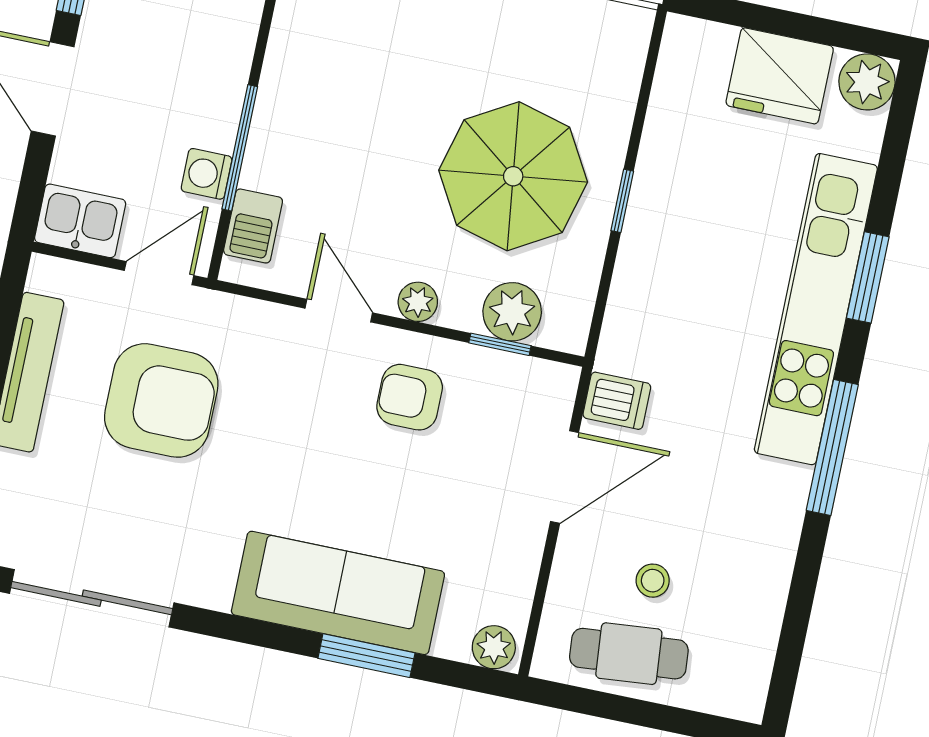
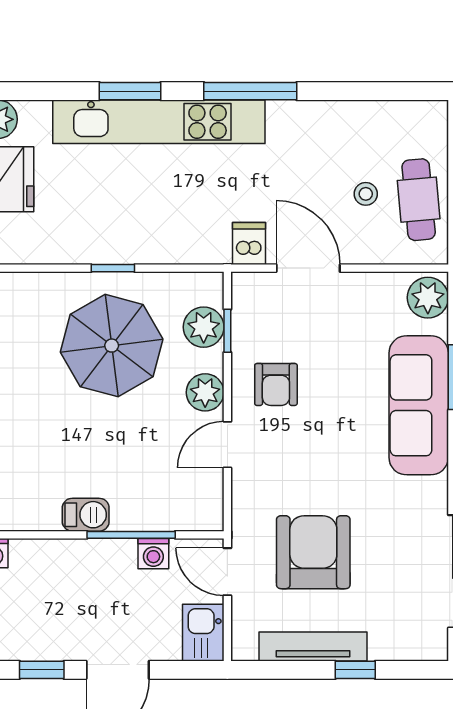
barbecue: (253, 226) -> (86, 515), moved
plant: (418, 302) -> (205, 392), width x1.38, depth x1.38
plant: (494, 647) -> (428, 298), width x1.38, depth x1.38

